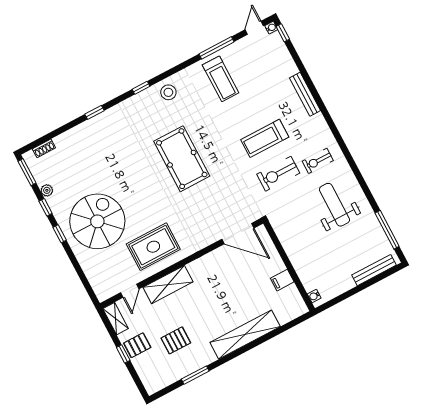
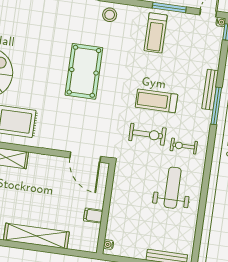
exercise bike: (278, 174) -> (147, 134), turned 180
window: (387, 230) -> (216, 106), moved

